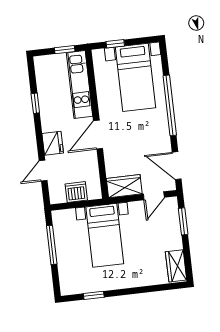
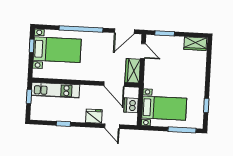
window: (115, 44) -> (32, 46), moved
door: (98, 135) -> (114, 84), moved
bed with nightstands: (105, 235) -> (164, 108), moved
window: (52, 245) -> (182, 130), moved

